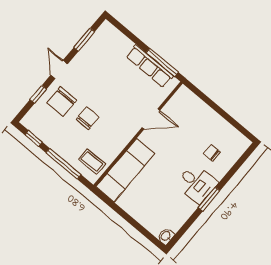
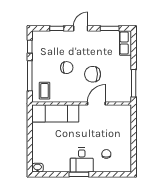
row of seats: (150, 66) -> (126, 43), moved, width x0.68
chair: (62, 101) -> (93, 74), moved
door: (151, 119) -> (96, 104), swing flipped

